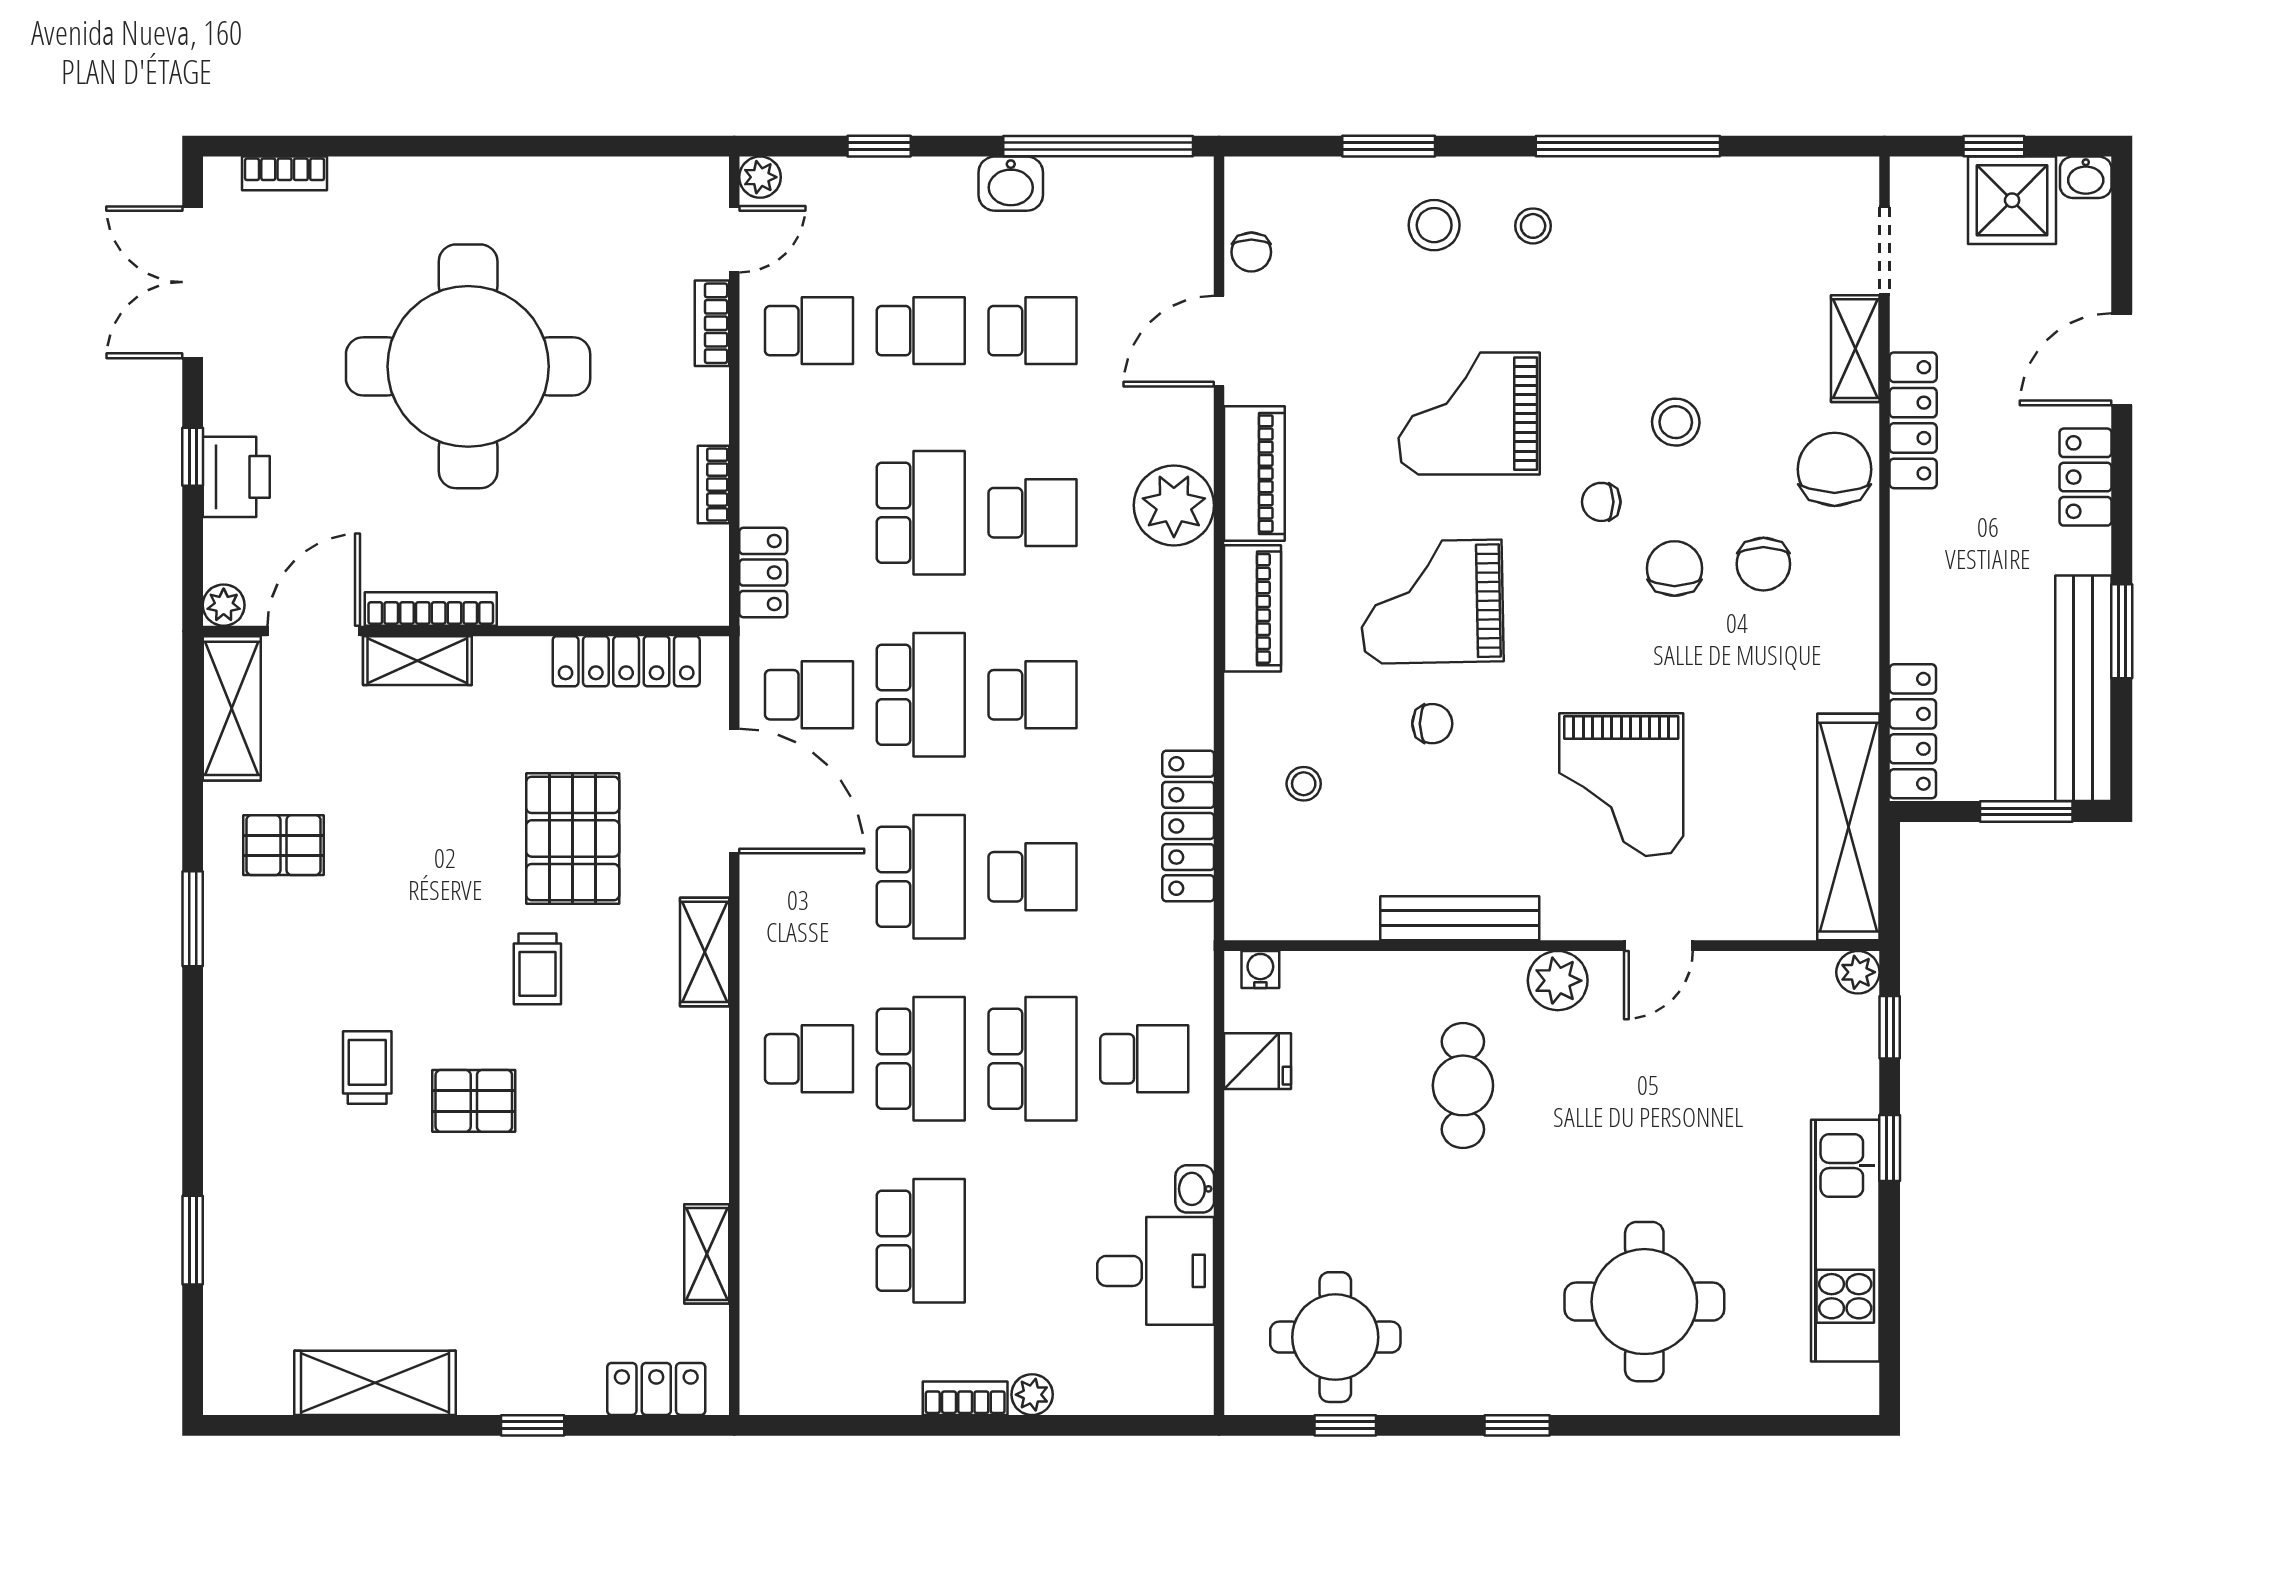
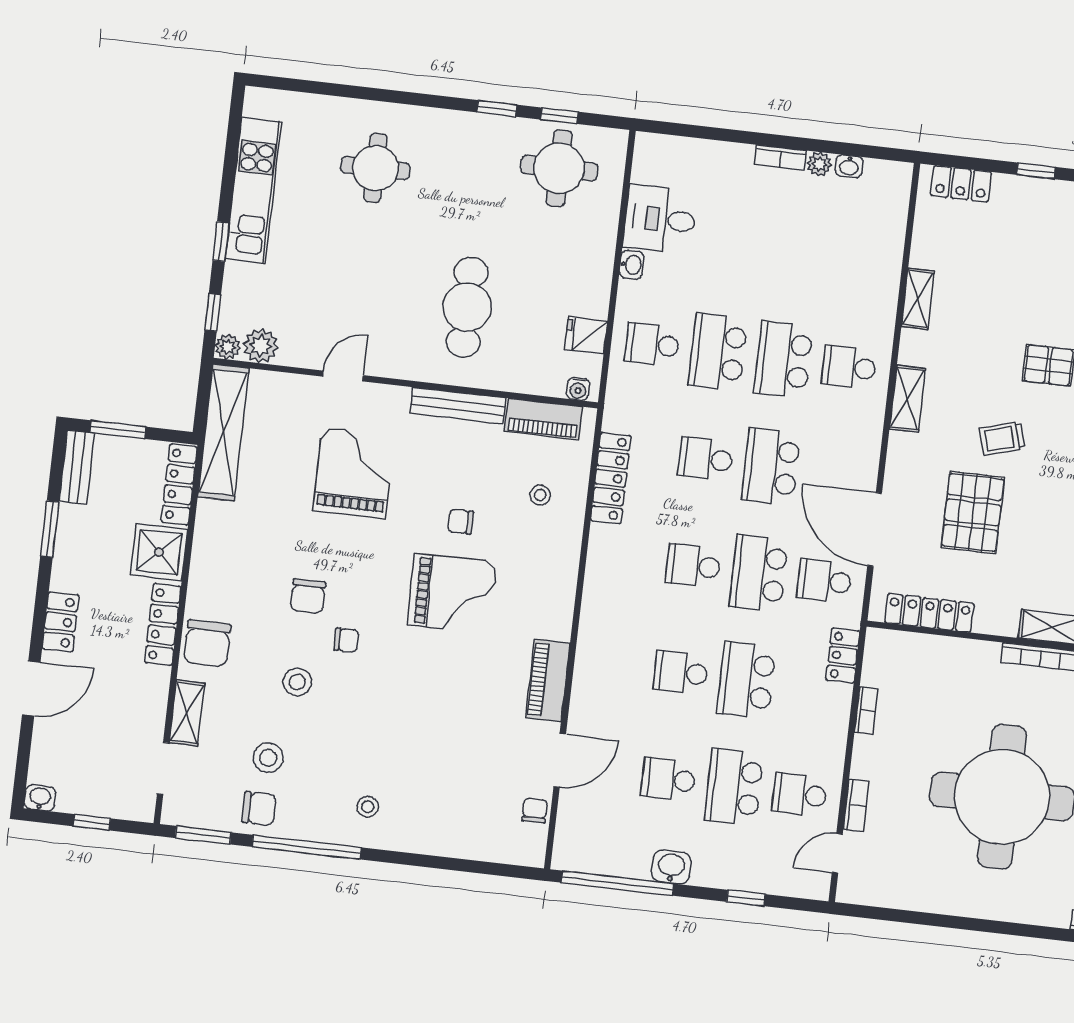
window: (1389, 146) -> (203, 835), moved
plant: (760, 177) -> (818, 888), removed
shower: (2012, 200) -> (159, 552), moved
stool: (1434, 225) -> (268, 758), moved
school desk: (921, 331) -> (734, 787), width x1.85
grand piano: (1469, 414) -> (418, 701), removed
locker: (1913, 420) -> (163, 624), moved
plant: (1174, 505) -> (597, 667), removed
chair: (1763, 564) -> (259, 809), moved, turned 90
piano: (1253, 608) -> (543, 419), moved, turned -90
bench: (2083, 688) -> (77, 467), width x0.54, depth x0.82
shelving: (705, 952) -> (907, 399), moved
trolley: (537, 969) -> (1002, 438), turned -106
plant: (1558, 981) -> (261, 346), moved
cafe table: (1463, 1085) -> (467, 307), width x1.37, depth x1.35
school desk: (921, 1241) -> (796, 253), removed
shelving: (707, 1254) -> (918, 299), moved
round table: (1644, 1302) -> (375, 168), width x0.73, depth x0.73
plant: (1032, 1395) -> (819, 164), moved
washbasin: (848, 1397) -> (849, 166), added
window: (1517, 1425) -> (497, 108), moved

